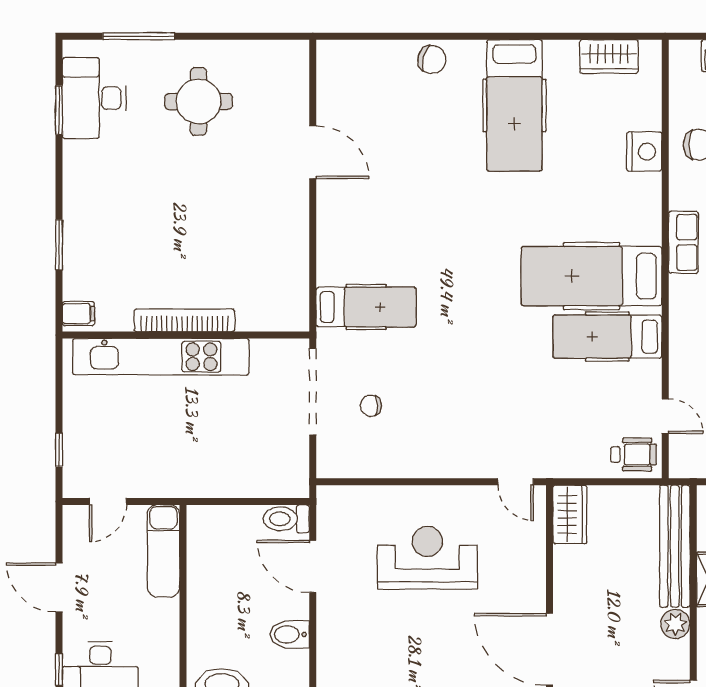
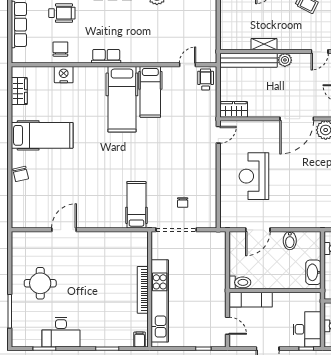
chair: (432, 60) -> (21, 174), turned 152
desk: (94, 98) -> (61, 332), moved
toilet: (286, 519) -> (240, 282), moved, turned -90

